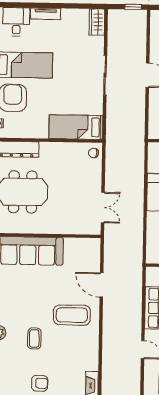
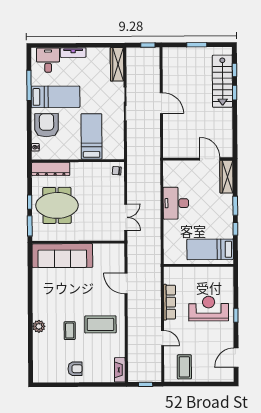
wardrobe: (97, 22) -> (117, 64), width x1.50
bed: (76, 127) -> (91, 136), moved, turned 90
coffee table: (72, 315) -> (100, 324), moved

